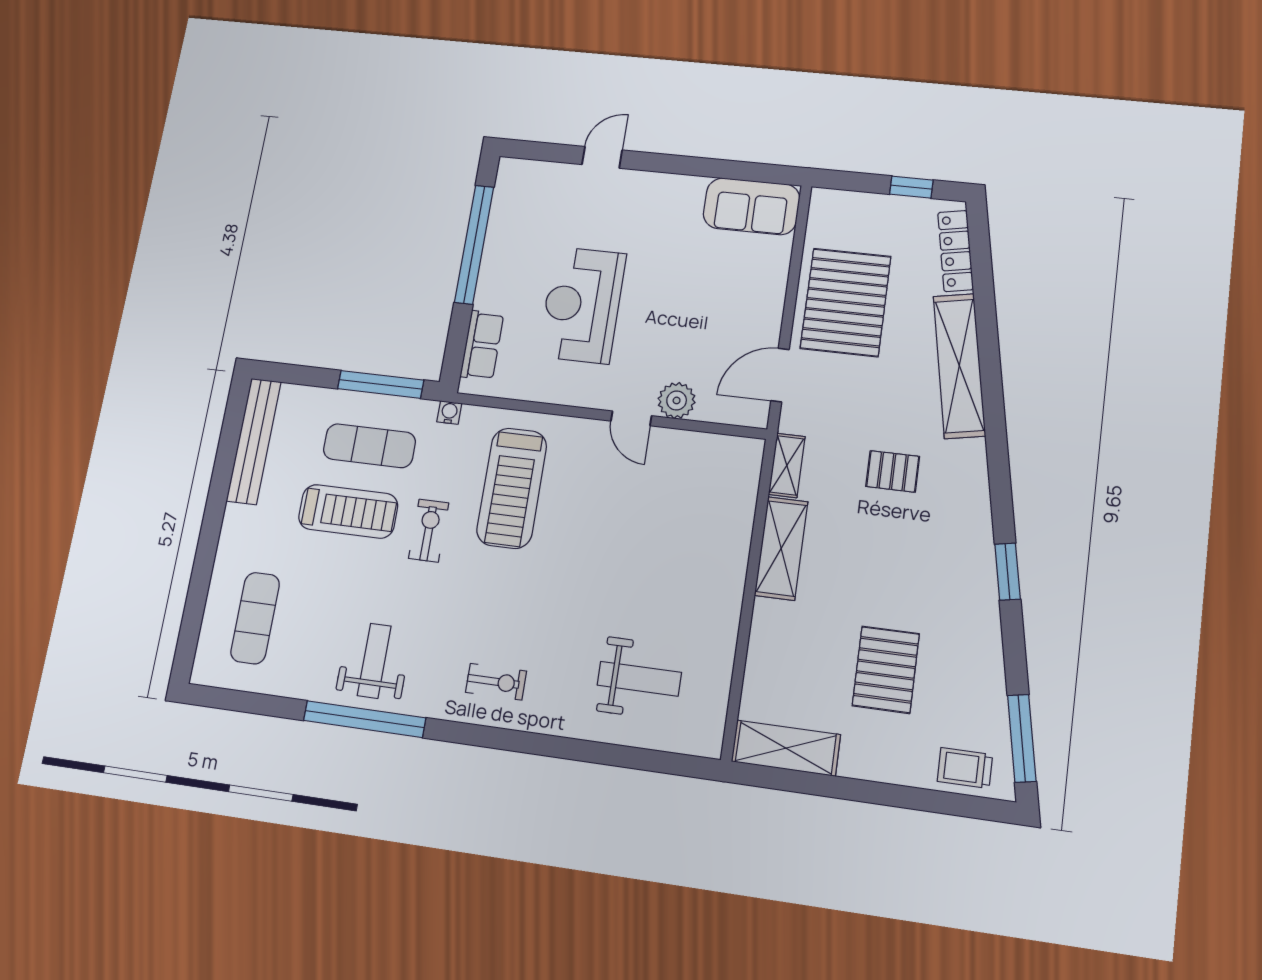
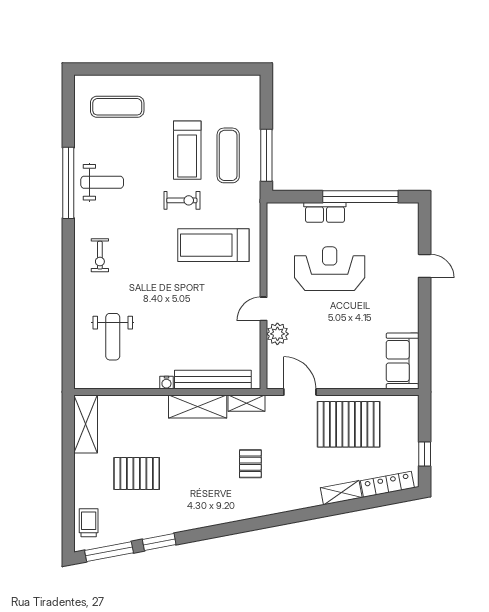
row of seats: (482, 345) -> (325, 212), moved
shelving: (959, 366) -> (341, 493), width x0.45, depth x0.75
water cooler: (449, 412) -> (166, 383), moved, turned 90
bench: (254, 441) -> (213, 380), moved
window: (1008, 572) -> (159, 542), moved

